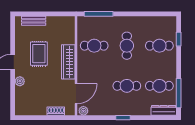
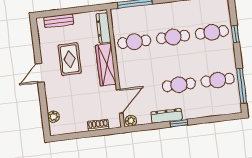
dresser: (70, 31) -> (103, 28), added
window: (179, 39) -> (235, 34), moved
cafe table: (127, 46) -> (173, 37), turned 90
plant: (20, 81) -> (54, 117), moved
dresser: (164, 110) -> (167, 116), moved

